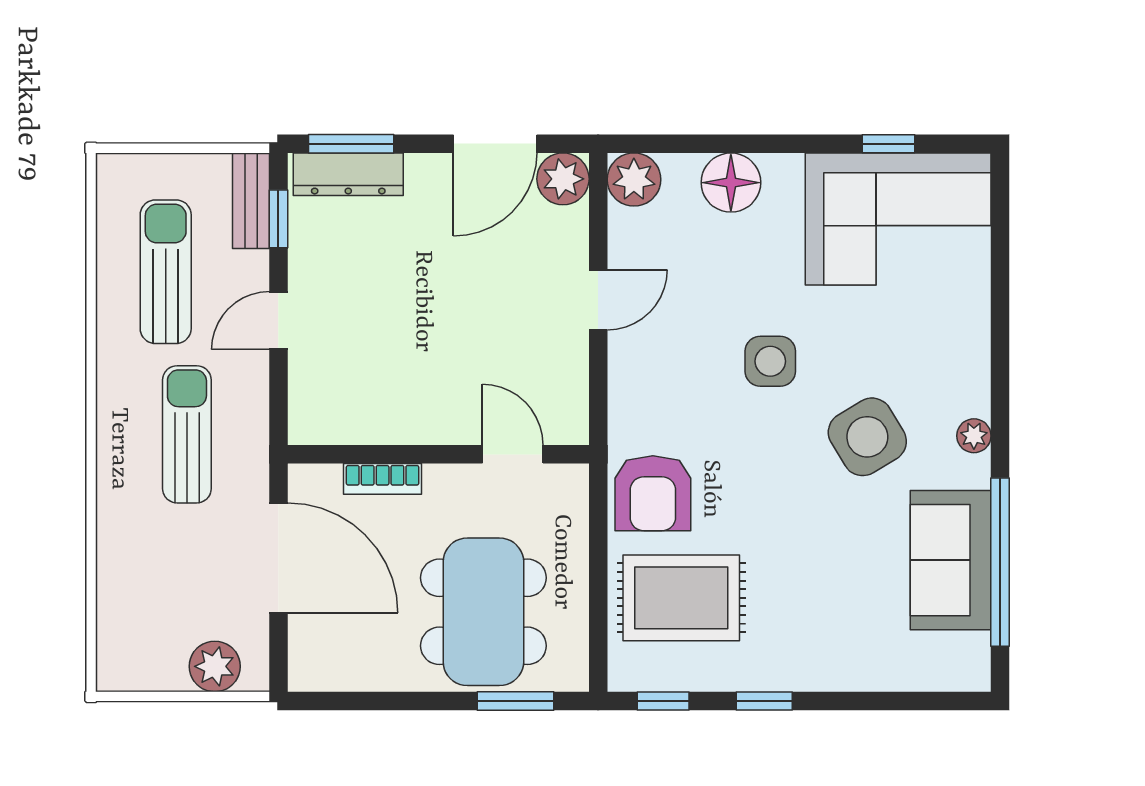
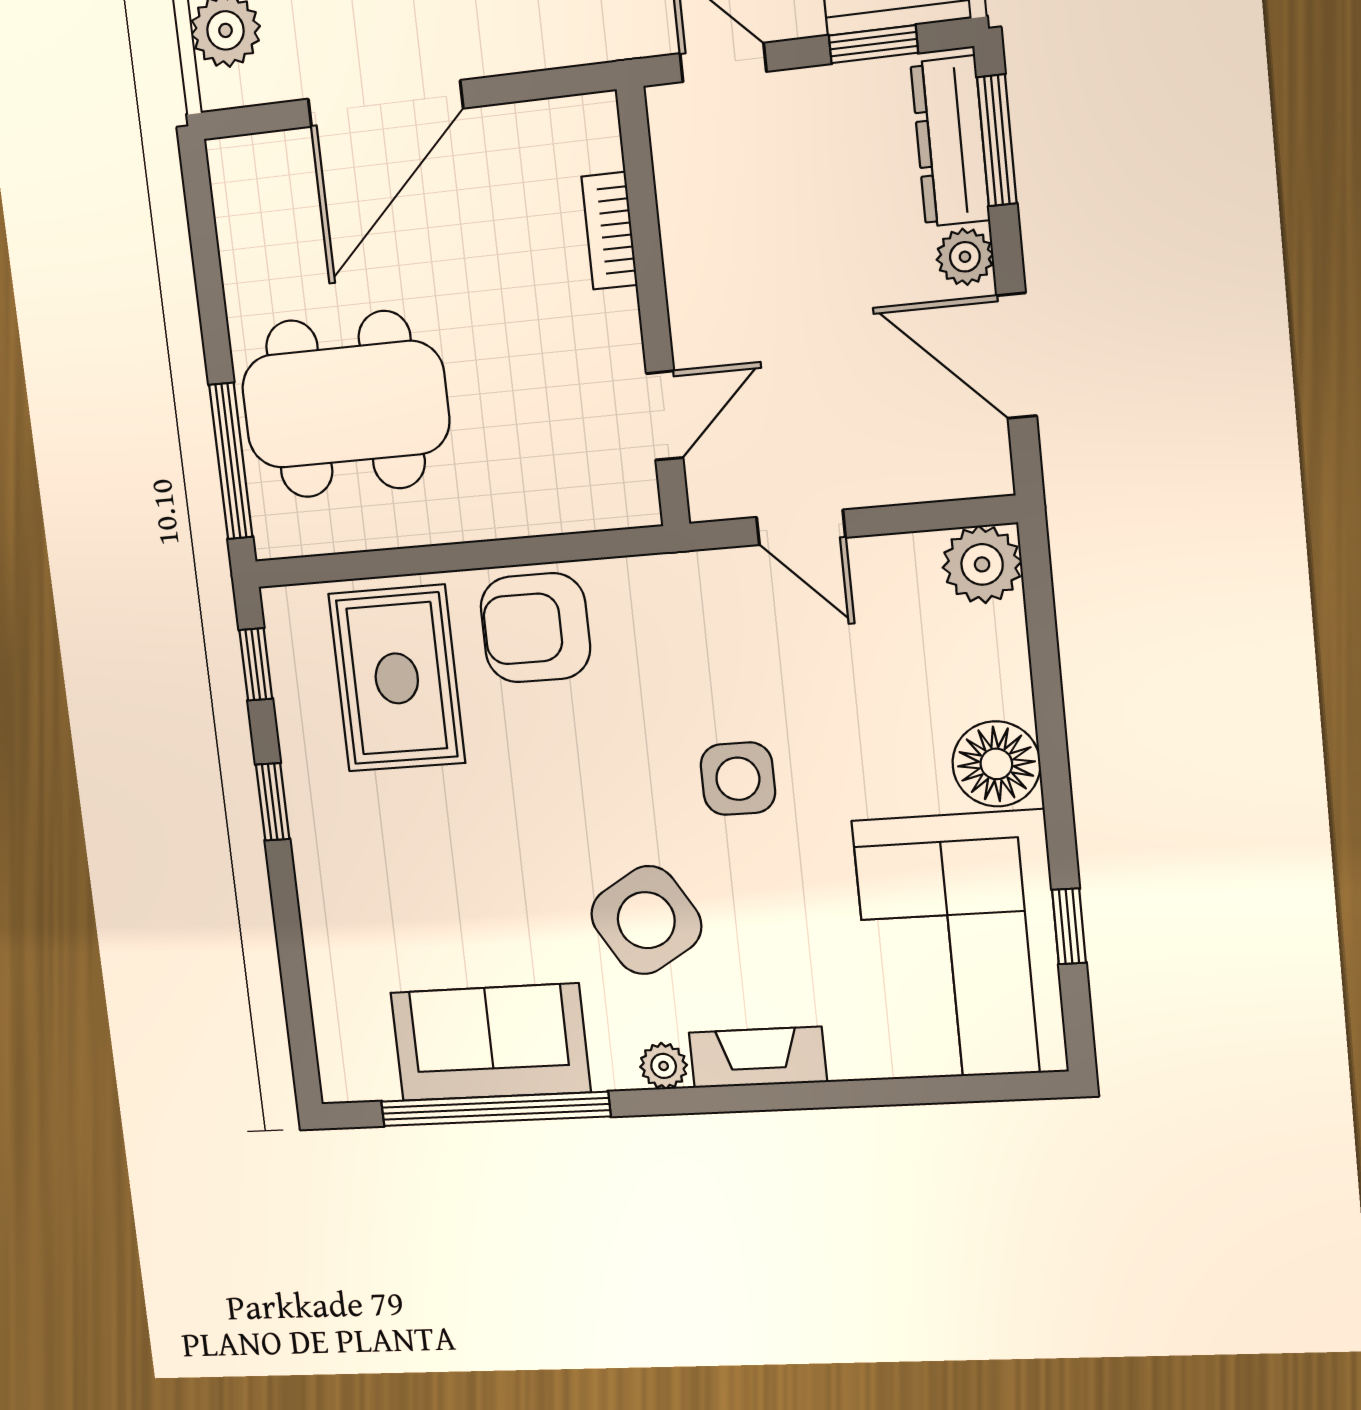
plant: (563, 179) -> (965, 257), moved, width x0.73, depth x0.73
floor lamp: (731, 183) -> (996, 764), moved
fireplace: (971, 368) -> (758, 1057), added
wall: (438, 454) -> (653, 308), moved
door: (513, 454) -> (665, 416), moved
bookcase: (383, 479) -> (609, 231), moved
window: (516, 701) -> (231, 461), width x1.44

